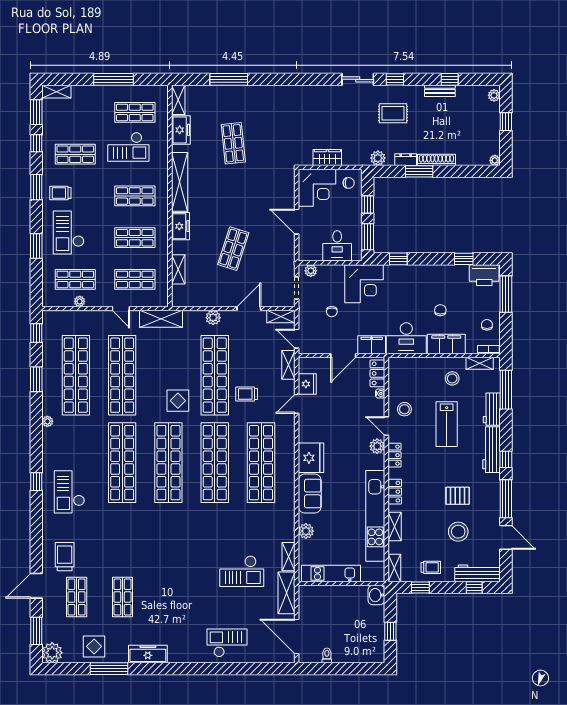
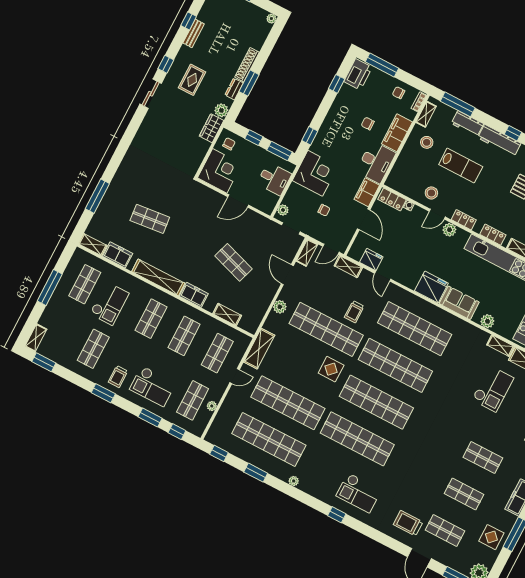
window: (36, 143) -> (177, 432), moved
wardrobe: (327, 158) -> (211, 128), moved
shop shelf: (168, 597) -> (483, 458), added

